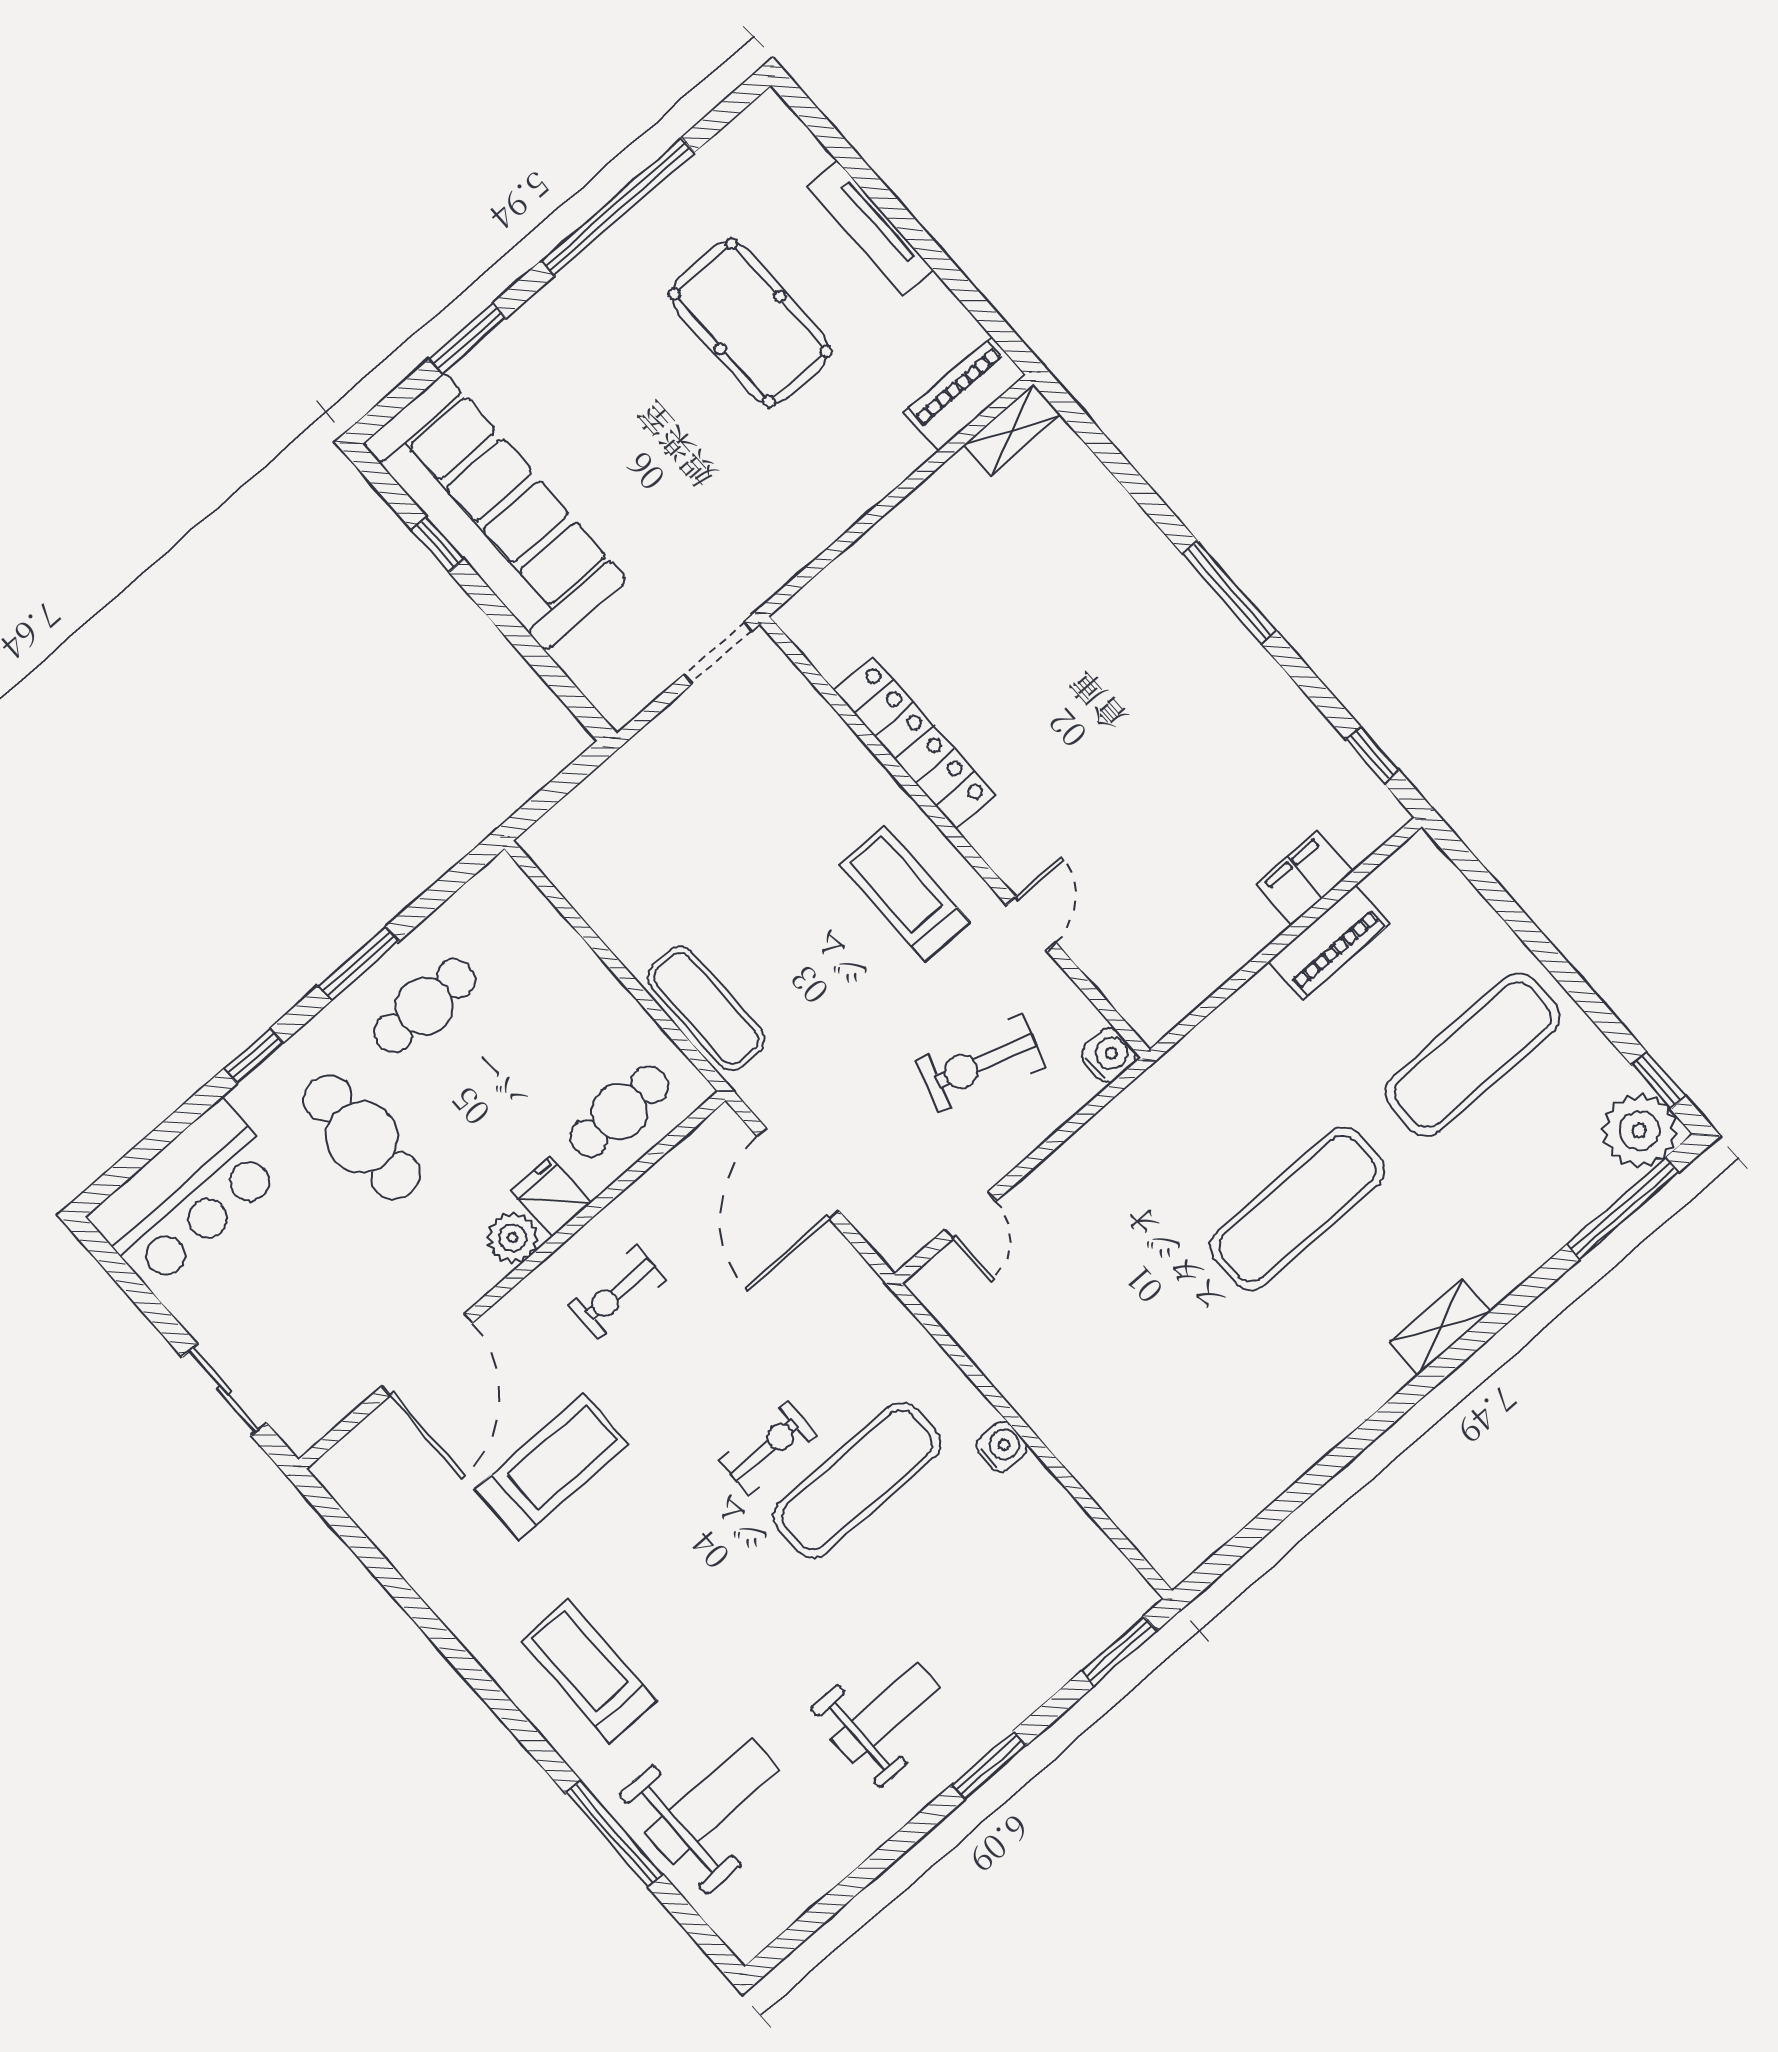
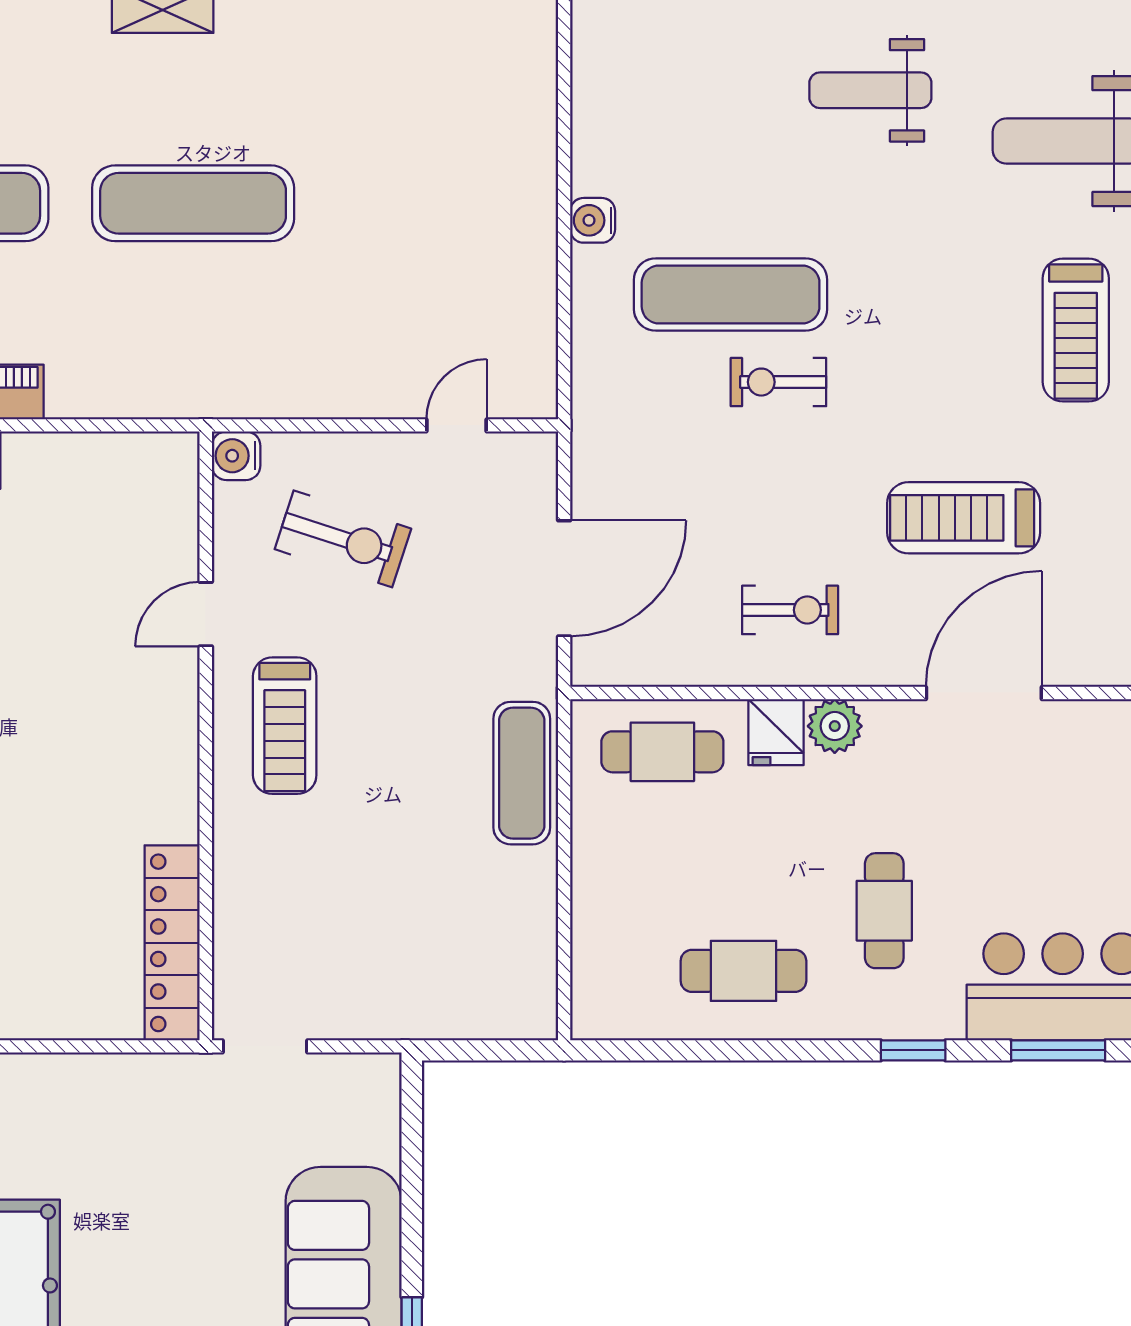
locker: (914, 743) -> (172, 943), moved
window: (359, 963) -> (1058, 1050), moved
cafe table: (362, 1137) -> (884, 911), width x0.73, depth x0.74

